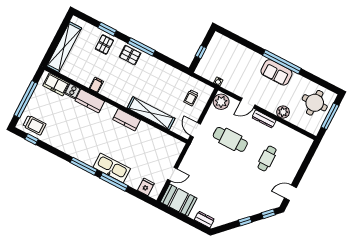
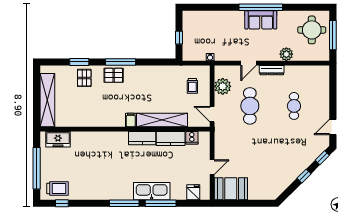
filing cabinet: (96, 85) -> (131, 120), moved
cooker: (73, 91) -> (192, 138), moved
kitchen counter: (90, 101) -> (171, 139), moved
plant: (221, 102) -> (223, 86), moved
cafe table: (230, 139) -> (250, 106), turned 90
dresser: (204, 219) -> (265, 194), removed

